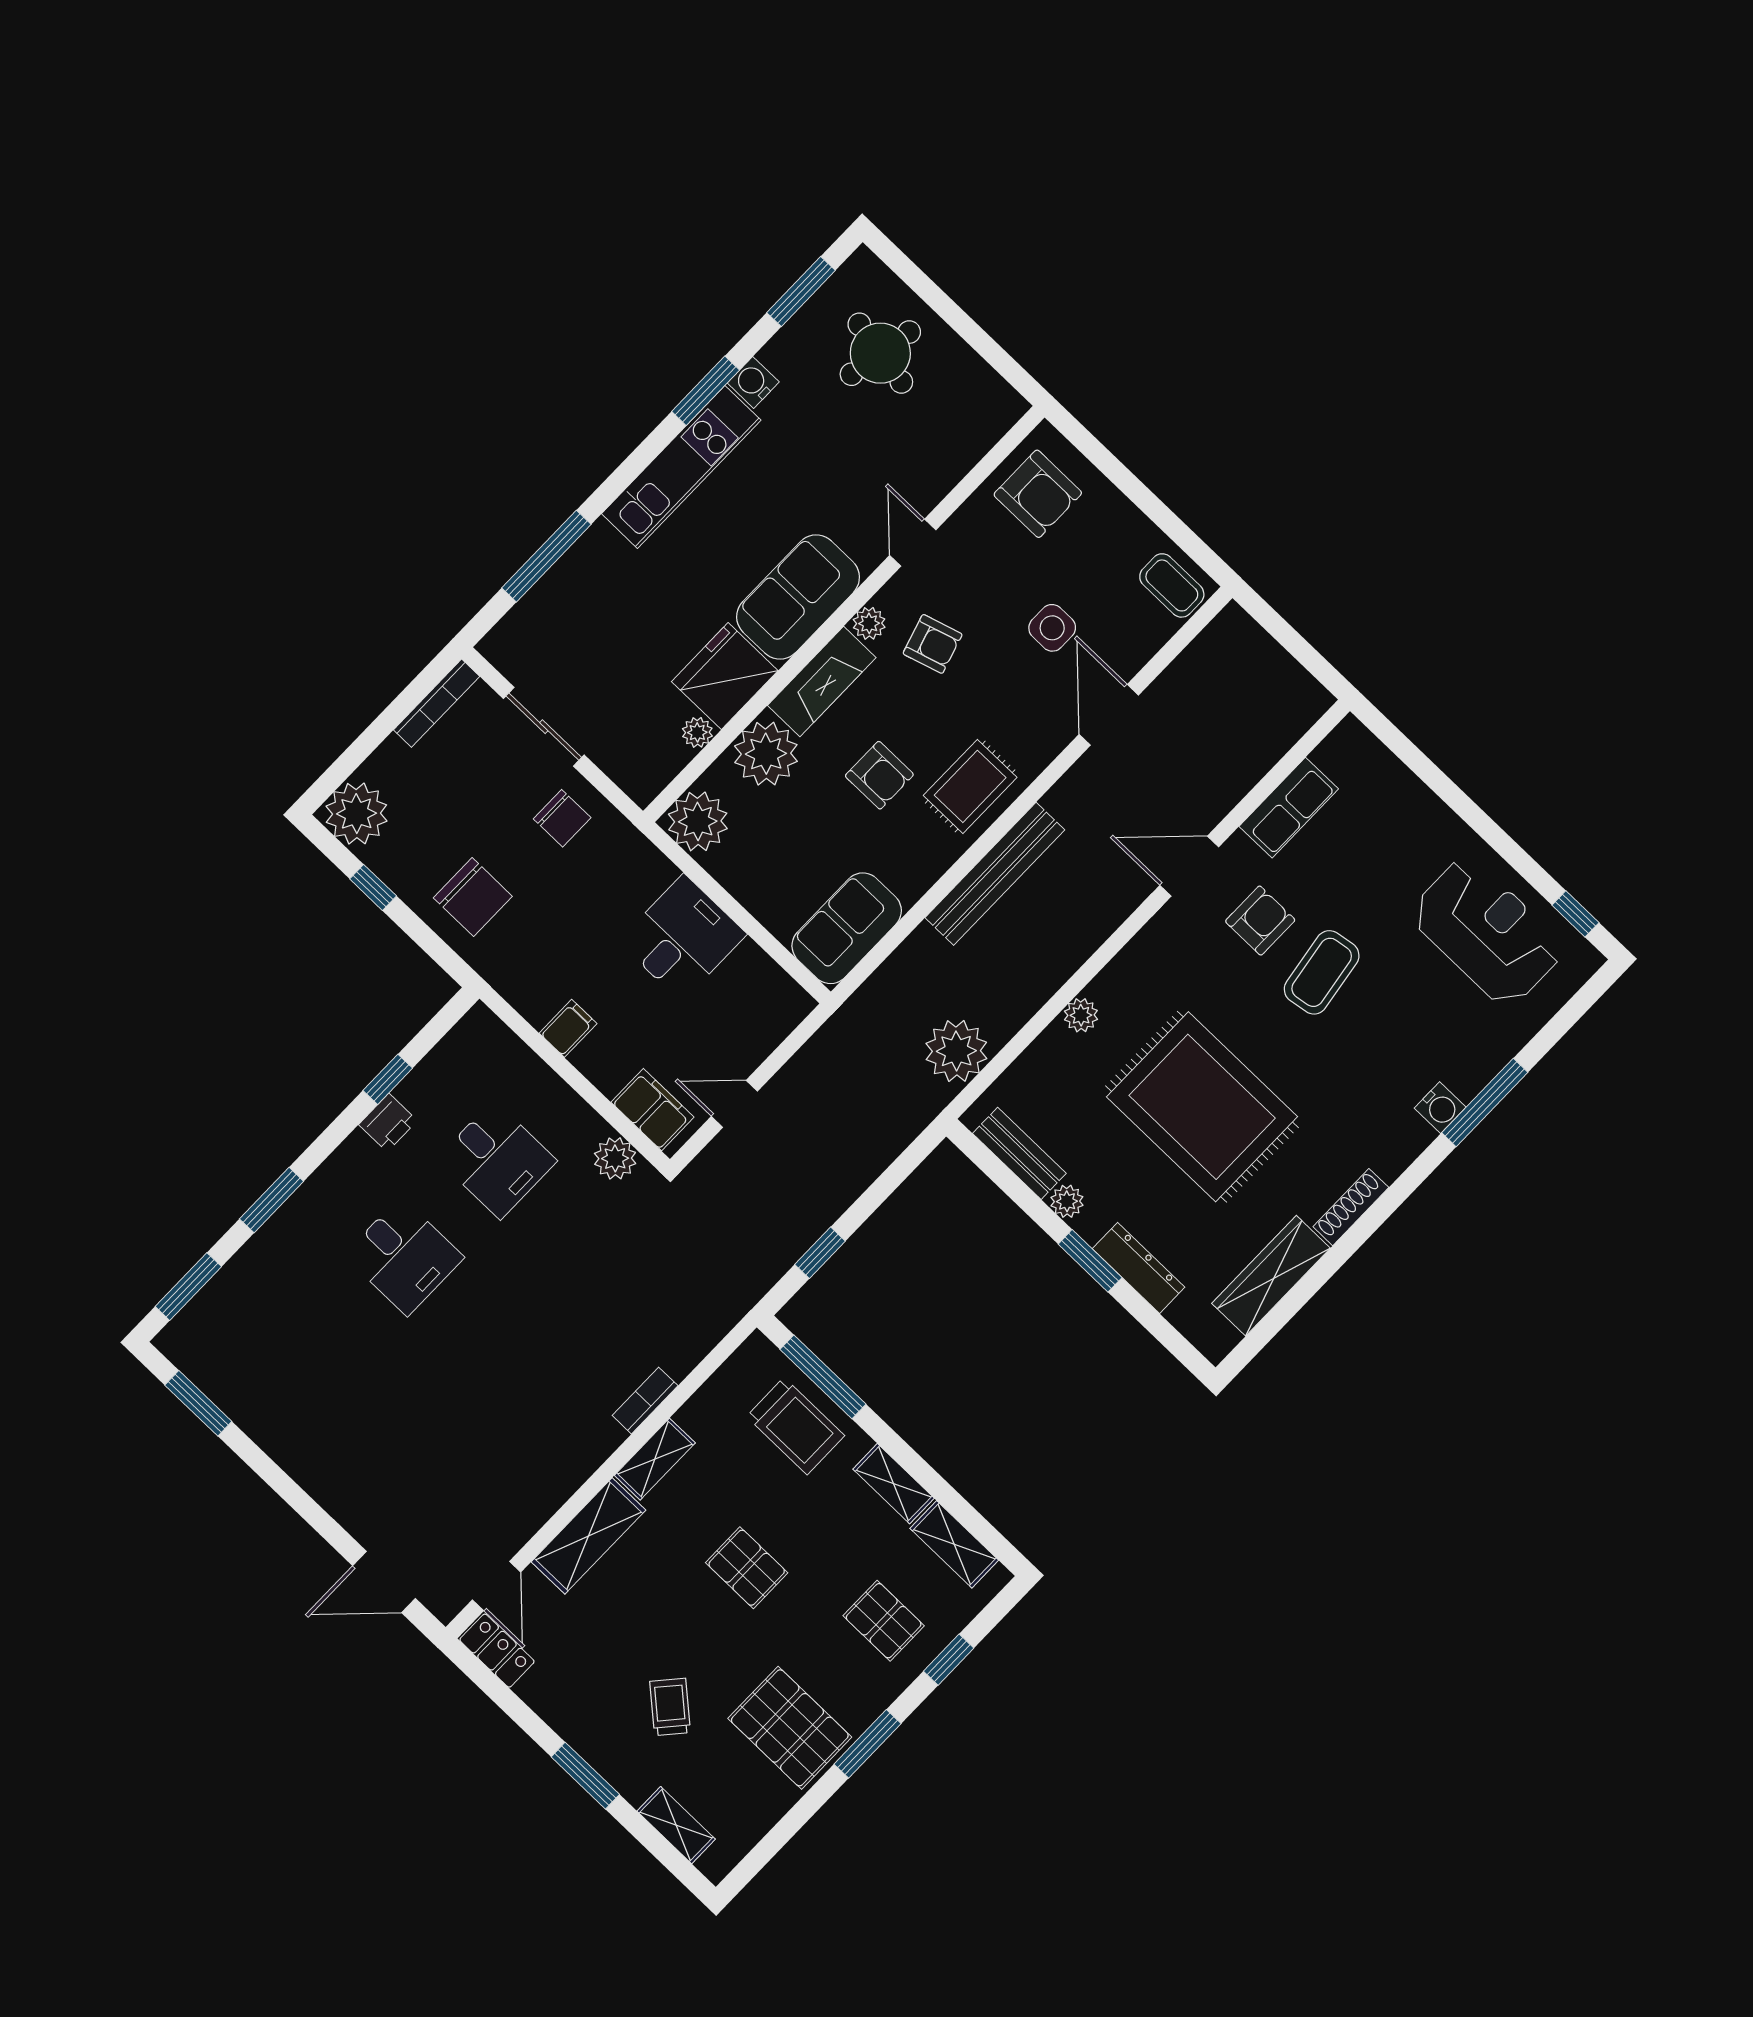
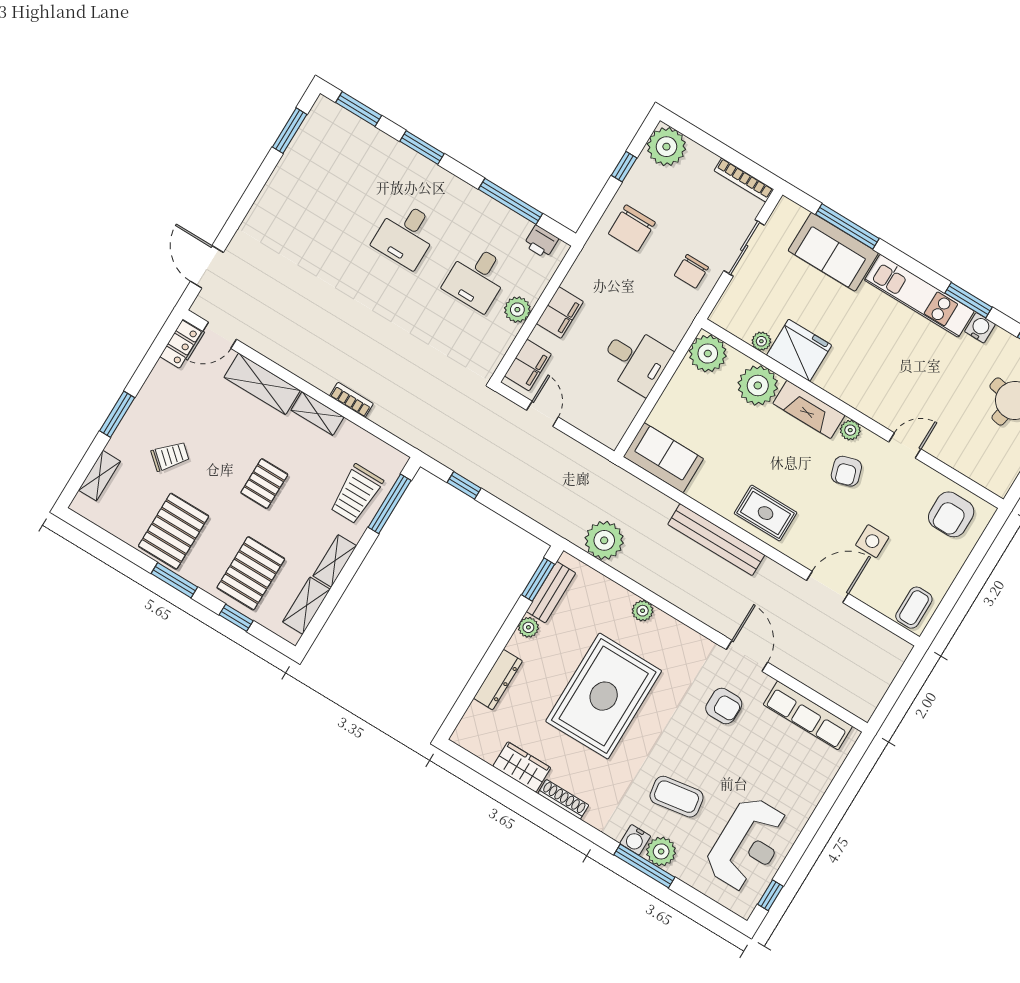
sofa: (798, 597) -> (833, 252), moved, turned 180
armchair: (879, 775) -> (760, 457), removed
row of seats: (1289, 808) -> (808, 715), width x1.48
coffee table: (1322, 972) -> (677, 797), moved
filing cabinet: (568, 1028) -> (560, 312), width x2.00
plant: (1468, 1071) -> (661, 851), added
window: (388, 1079) -> (510, 201), width x2.17
printer: (388, 1123) -> (541, 242), moved
plant: (615, 1158) -> (517, 310), moved
window: (1090, 1261) -> (538, 579), moved
wardrobe: (1271, 1276) -> (522, 767), width x0.67
pallet: (884, 1621) -> (251, 573), width x1.50, depth x1.42

